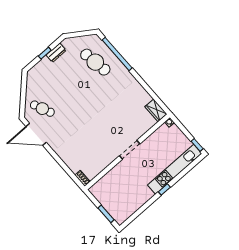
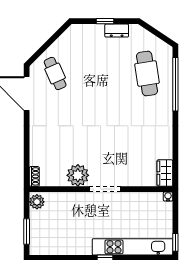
plant: (107, 156) -> (78, 175), added
plant: (97, 192) -> (37, 202), added

